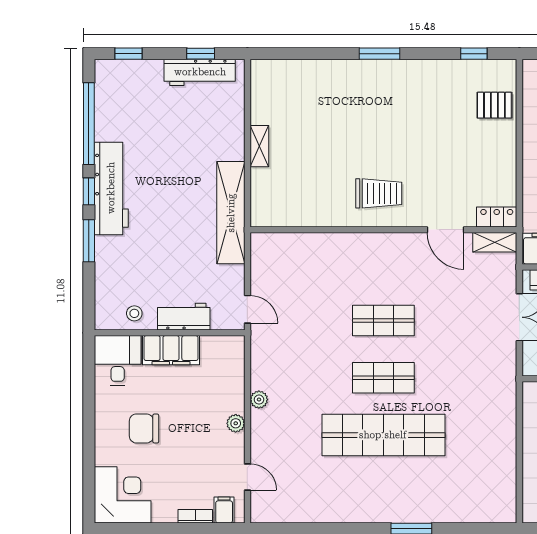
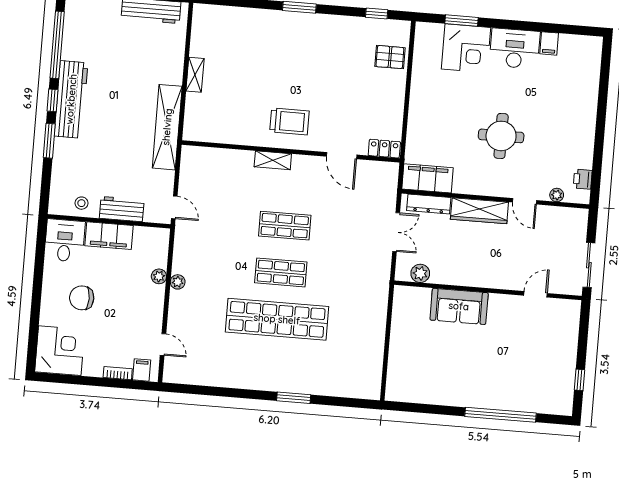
shelving: (495, 242) -> (273, 160), moved
plant: (236, 423) -> (159, 276), moved

